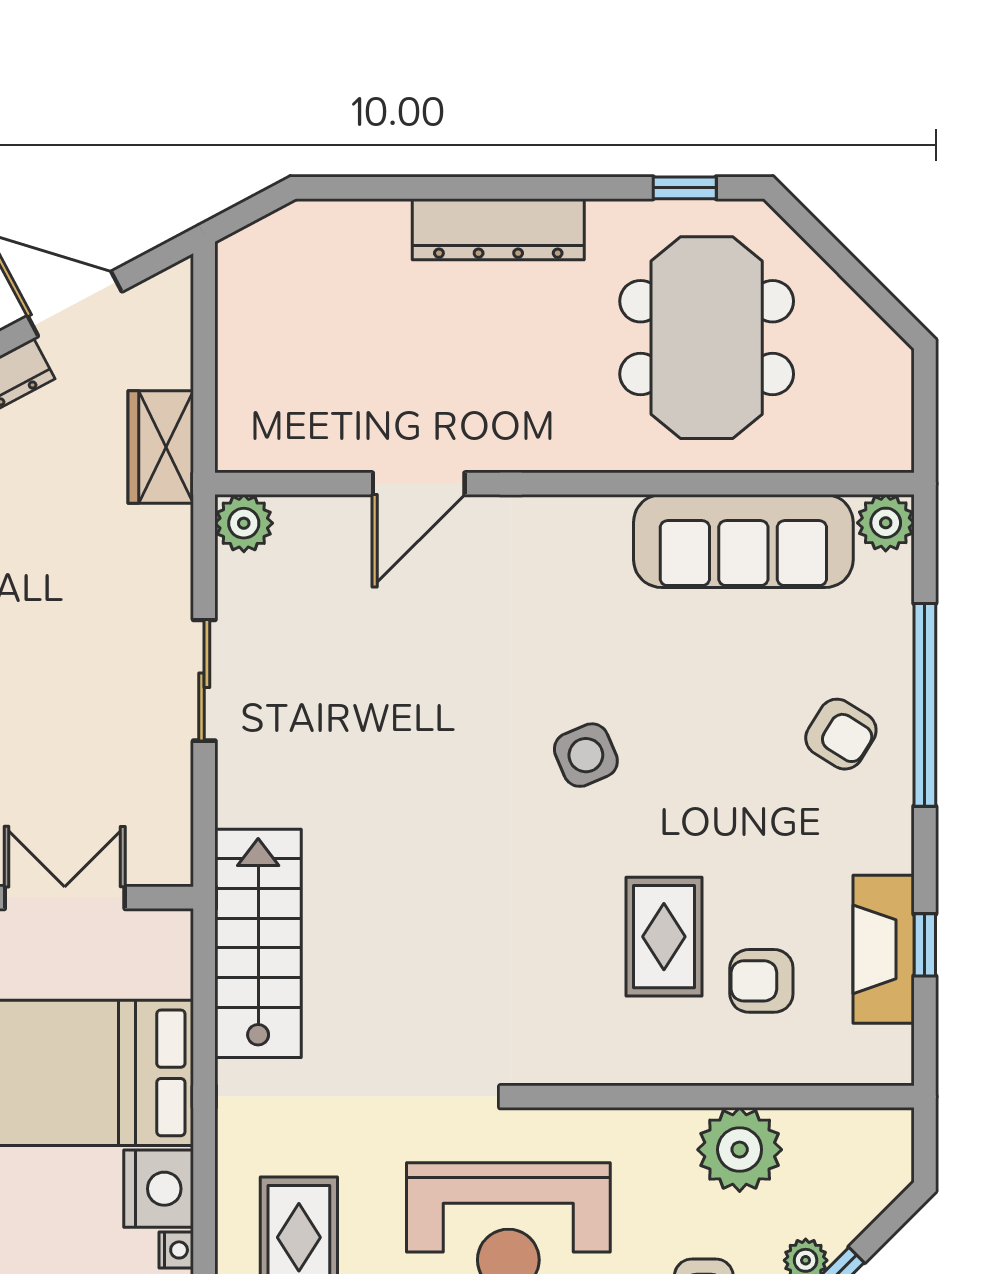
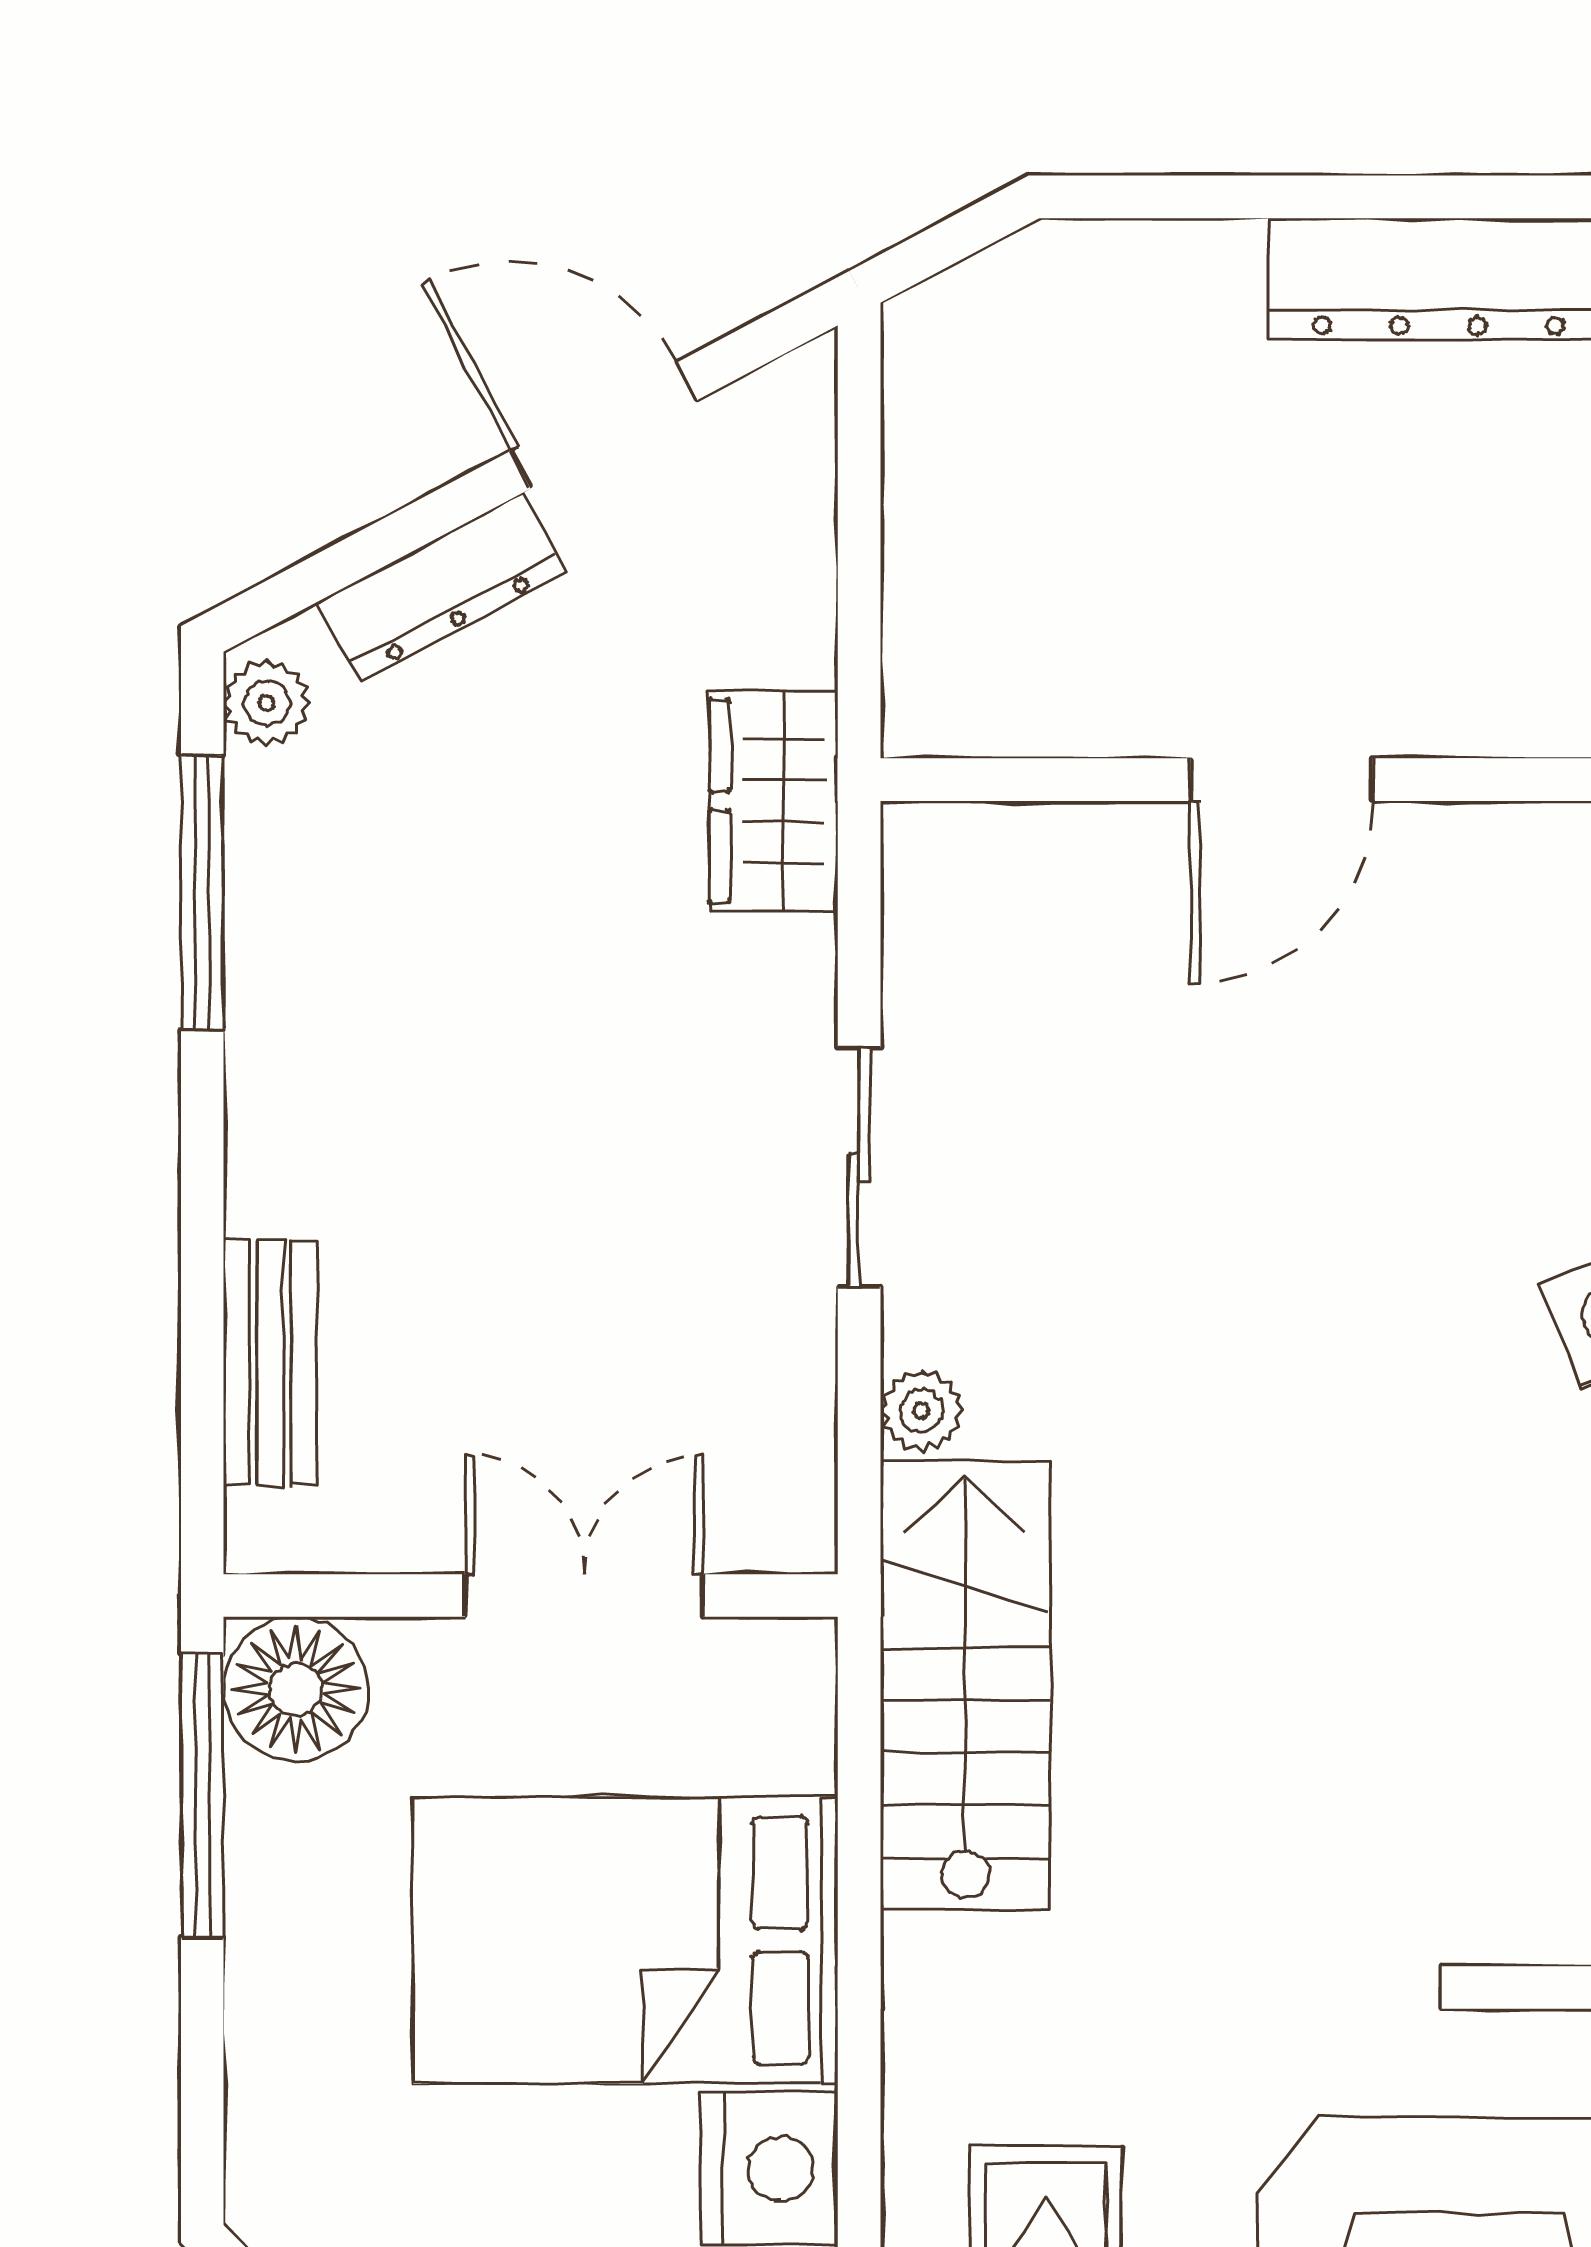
wardrobe: (161, 447) -> (774, 801), moved
plant: (244, 523) -> (922, 1411), moved, width x0.73, depth x0.73

